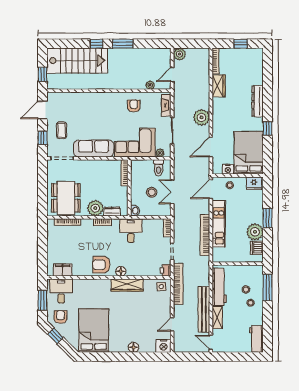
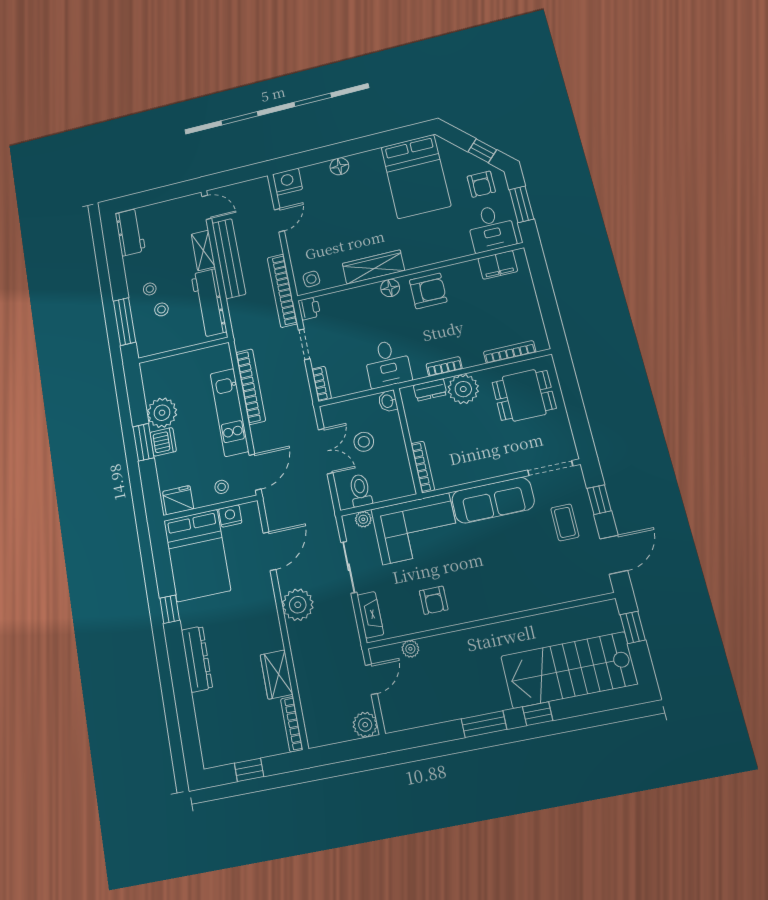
dining table: (66, 198) -> (524, 395), width x0.73
dishwasher: (257, 248) -> (163, 442), moved

